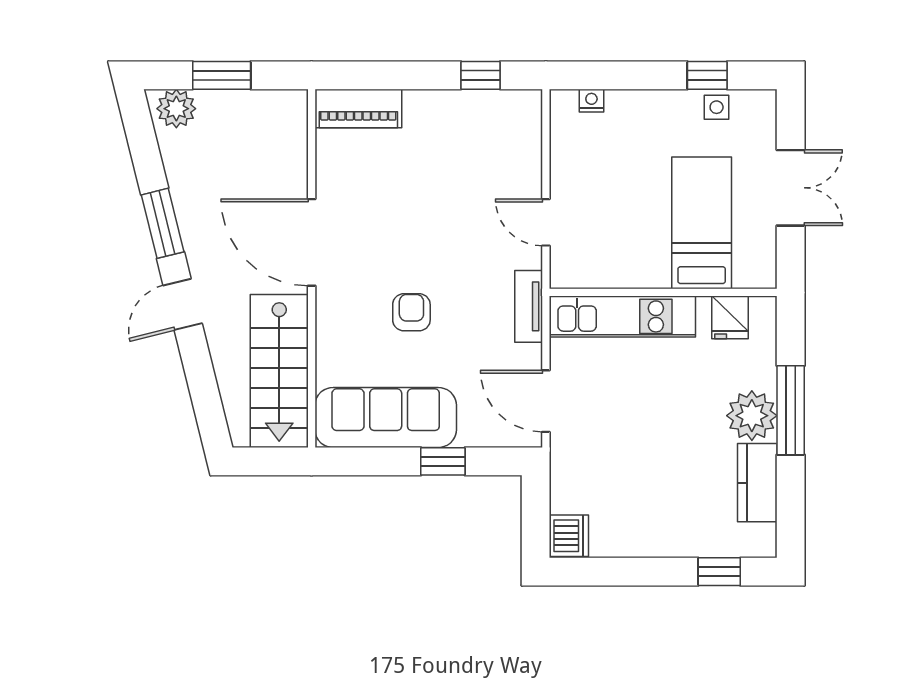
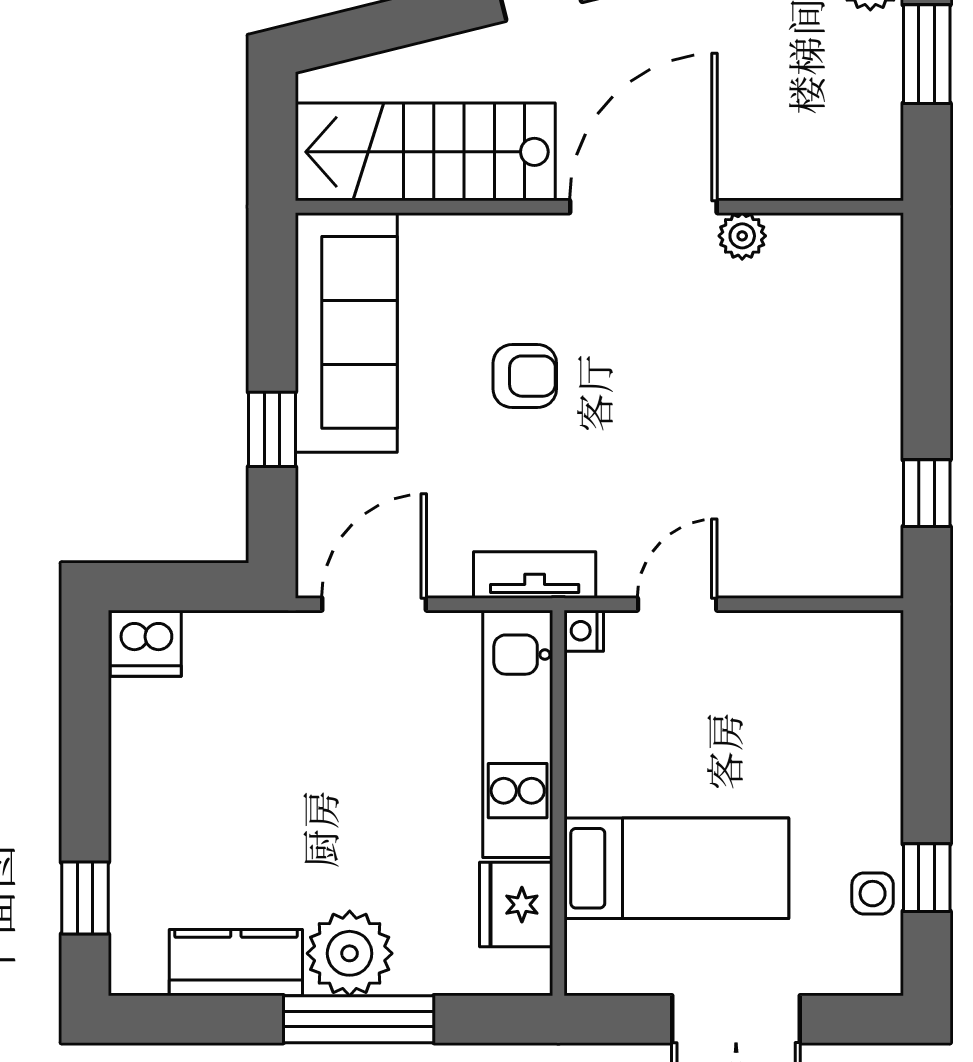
nightstand: (591, 101) -> (584, 631), moved, turned 180
piano: (358, 108) -> (870, 286), removed
plant: (329, 184) -> (742, 236), added
fridge: (730, 317) -> (516, 905), width x1.38

